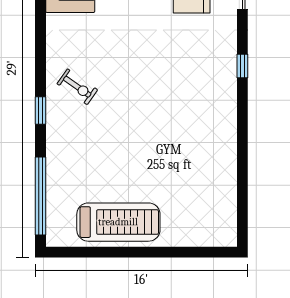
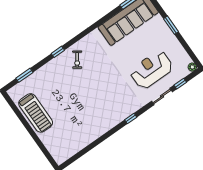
window: (41, 196) -> (24, 75), width x0.47

